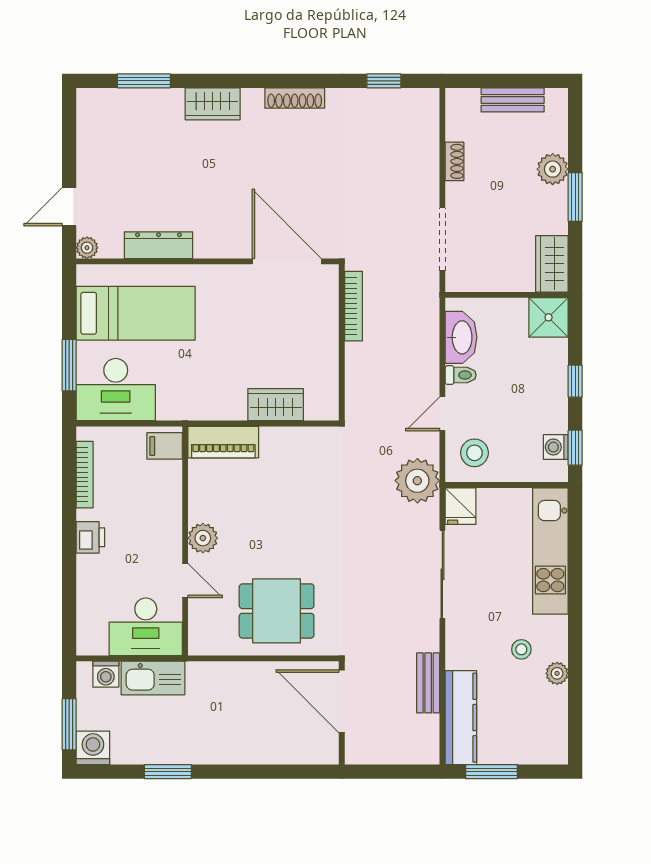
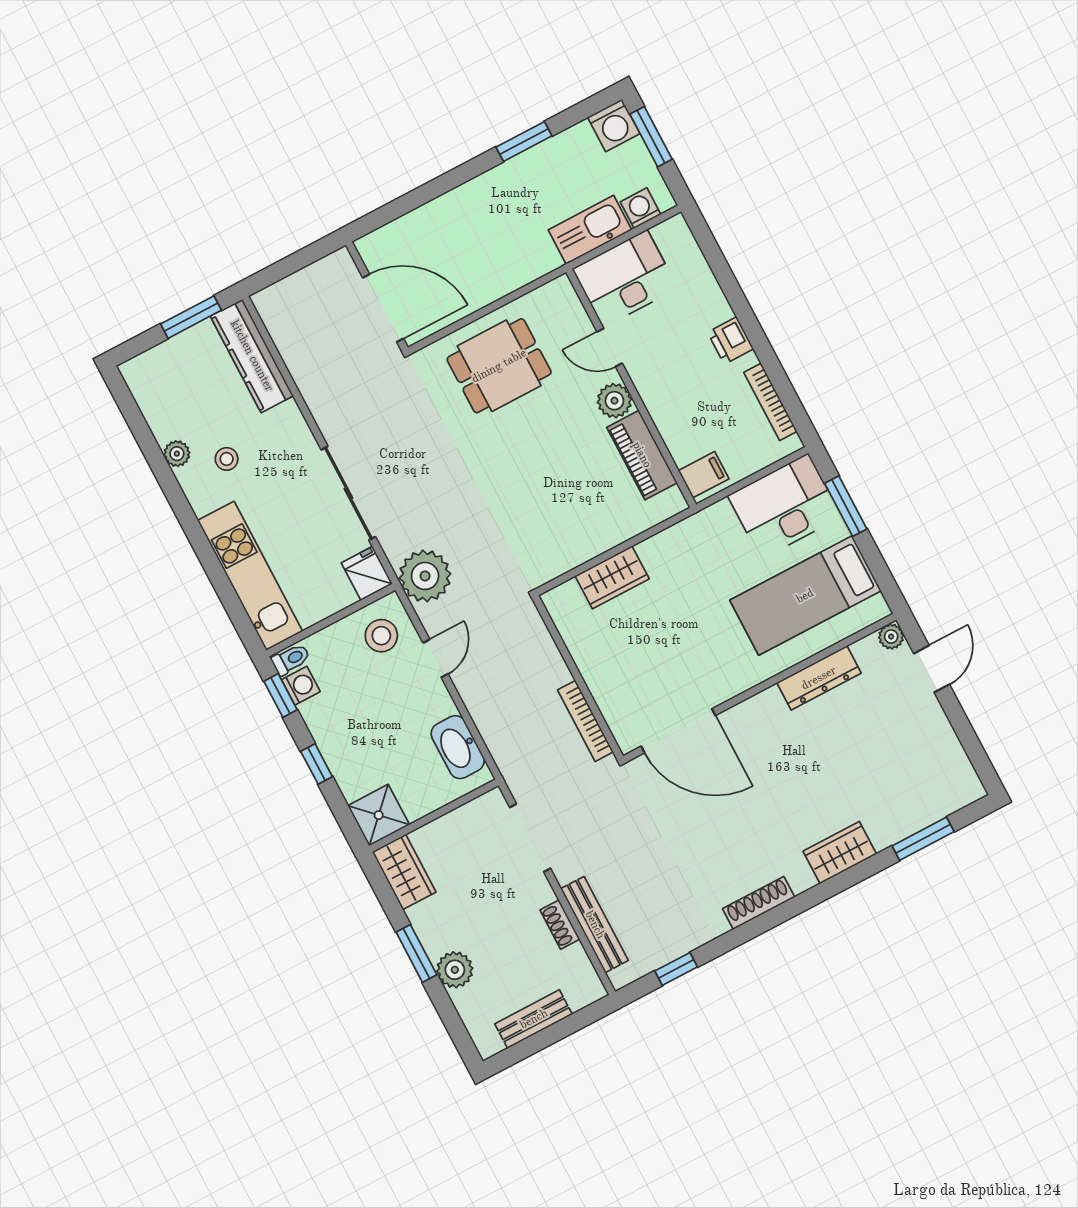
toilet: (461, 375) -> (291, 659), moved, turned 180
piano: (223, 442) -> (642, 455), moved, turned -90
bench: (428, 683) -> (595, 925), moved, width x1.36

